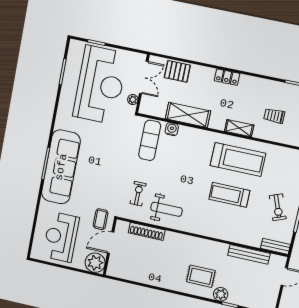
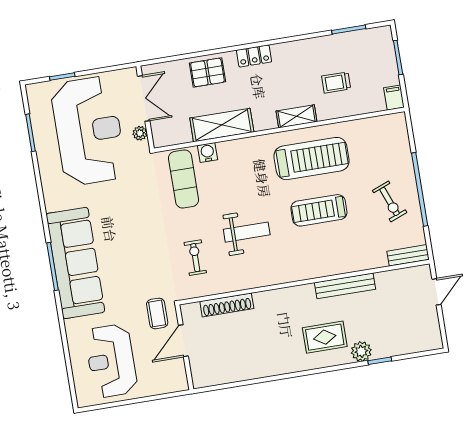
pallet: (177, 71) -> (207, 72), moved
weight bench: (166, 209) -> (247, 232), moved
bench: (249, 254) -> (345, 286), moved
plant: (95, 263) -> (172, 378), removed

